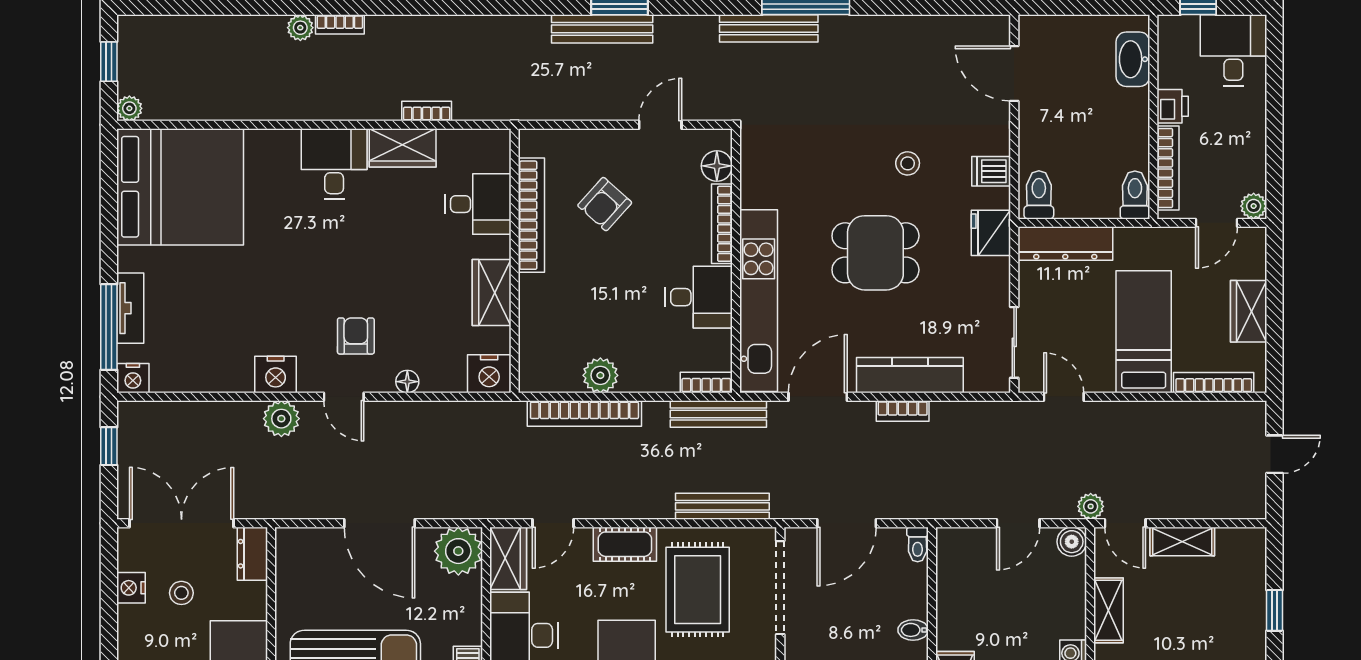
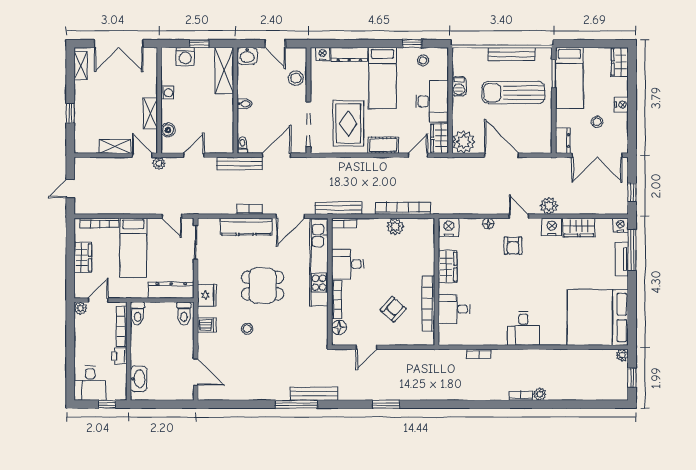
bench: (602, 29) -> (394, 394), removed
wardrobe: (403, 148) -> (579, 227), moved, turned 180
bench: (722, 506) -> (239, 163), moved
boiler: (1072, 542) -> (168, 130), moved
nightstand: (131, 588) -> (621, 105), moved

